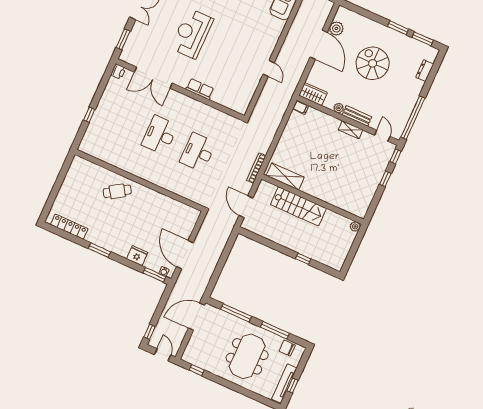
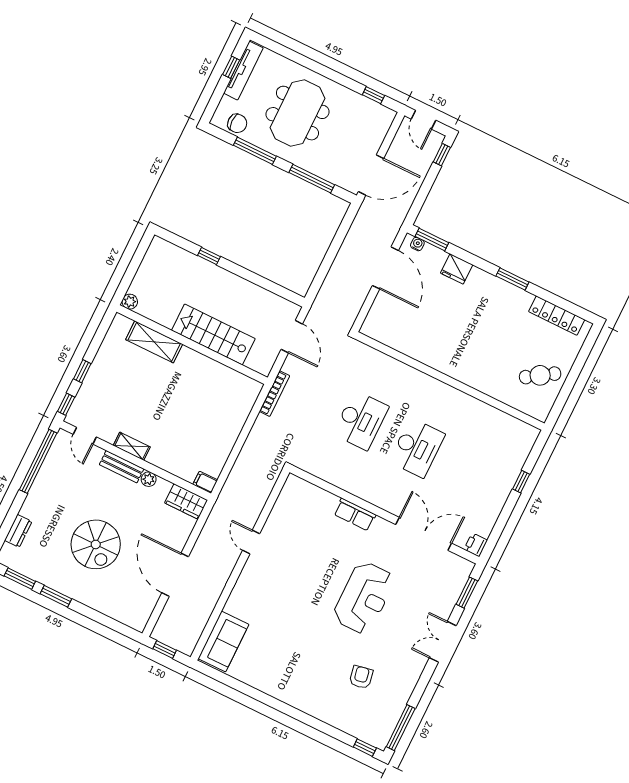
plant: (336, 28) -> (148, 598), removed
shelving: (285, 176) -> (154, 342), moved
cafe table: (117, 191) -> (540, 375), moved

